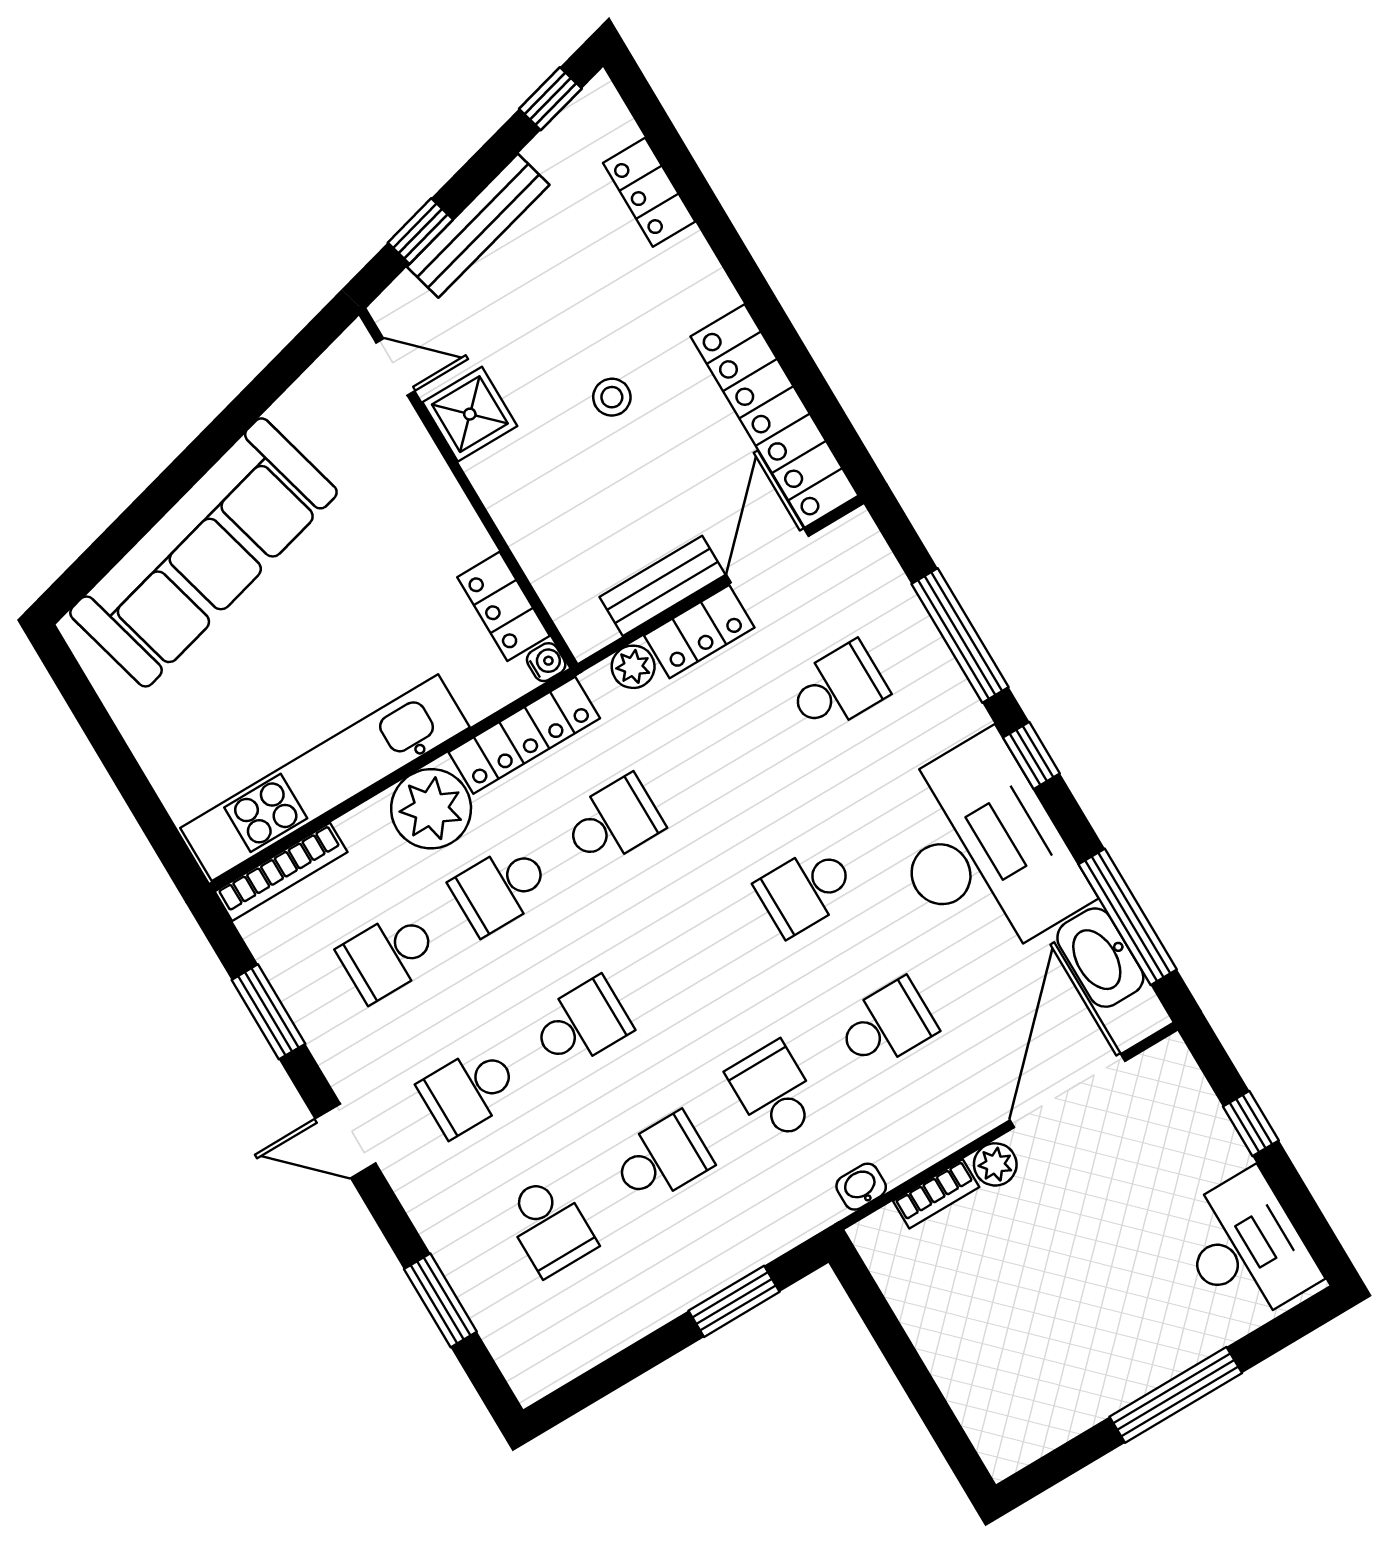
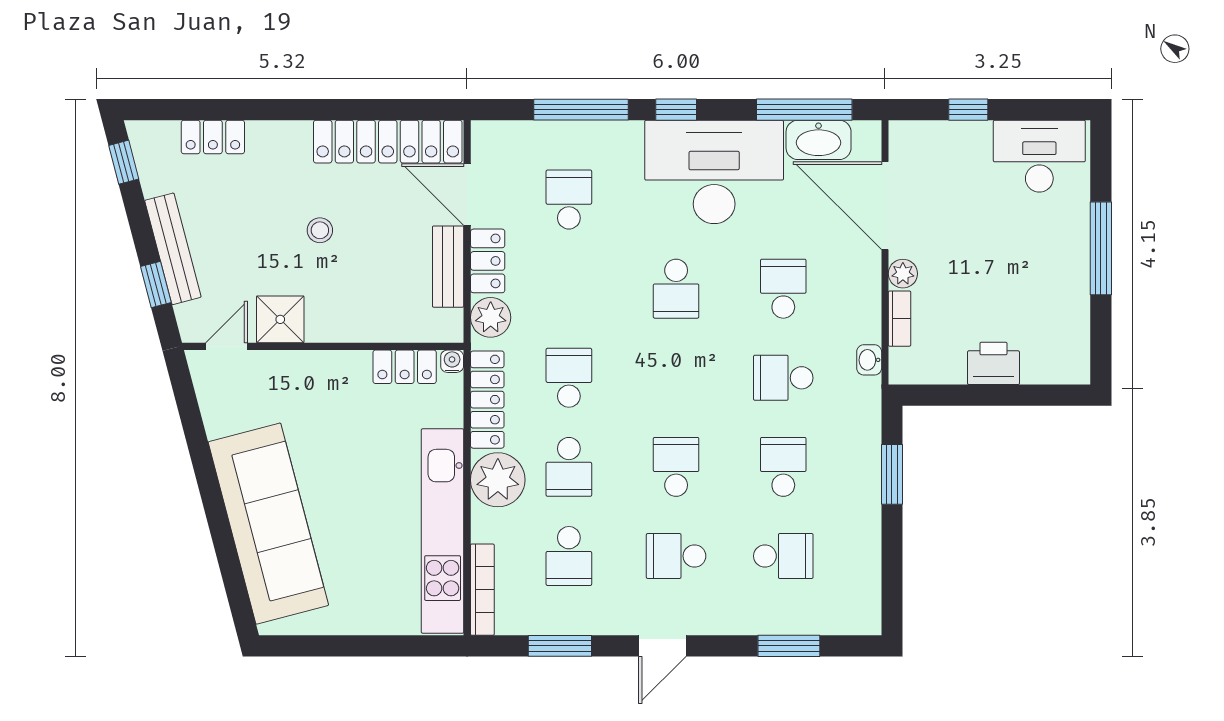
plant: (633, 667) -> (491, 317), width x1.38, depth x1.38
school desk: (469, 1091) -> (676, 556), turned 90
printer: (950, 1346) -> (993, 363), added

